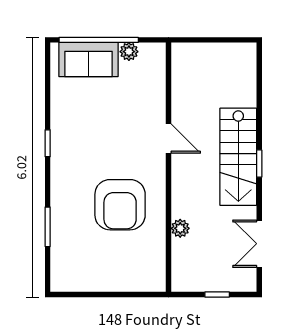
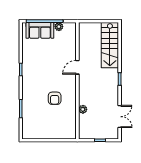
door: (169, 139) -> (77, 67), swing flipped
stairs: (238, 157) -> (110, 45), moved
armchair: (120, 205) -> (55, 98), width x0.53, depth x0.53
double door: (259, 244) -> (120, 117), swing flipped

